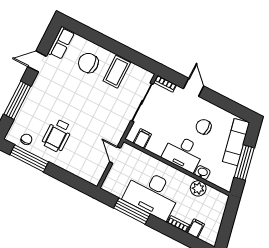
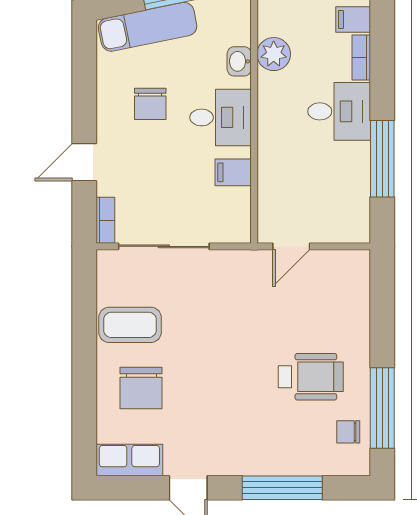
filing cabinet: (142, 139) -> (233, 172), moved
desk: (183, 153) -> (220, 117), width x0.73
desk: (152, 194) -> (339, 111), width x0.53, depth x0.77

